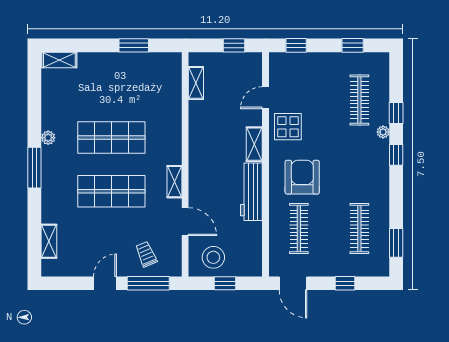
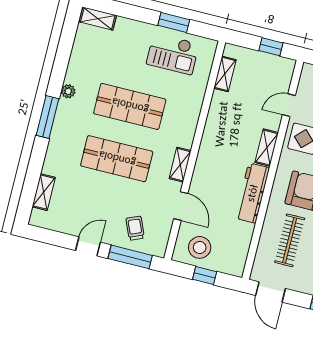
checkout: (140, 76) -> (173, 54), added

